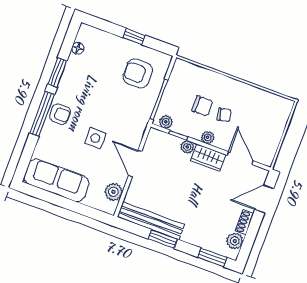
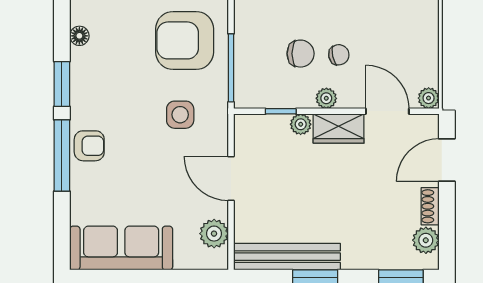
armchair: (138, 73) -> (185, 40), width x1.36, depth x1.36
plant: (166, 122) -> (429, 98), moved
side table: (95, 138) -> (180, 115), moved

